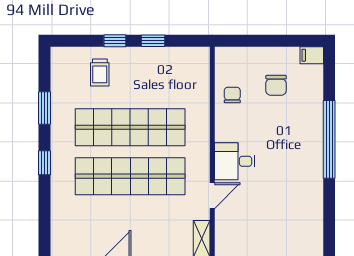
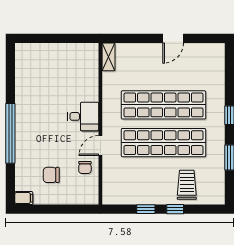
trolley: (100, 72) -> (187, 185), width x1.36, depth x1.39
chair: (276, 85) -> (51, 175), turned -90
door: (212, 196) -> (100, 146), moved

